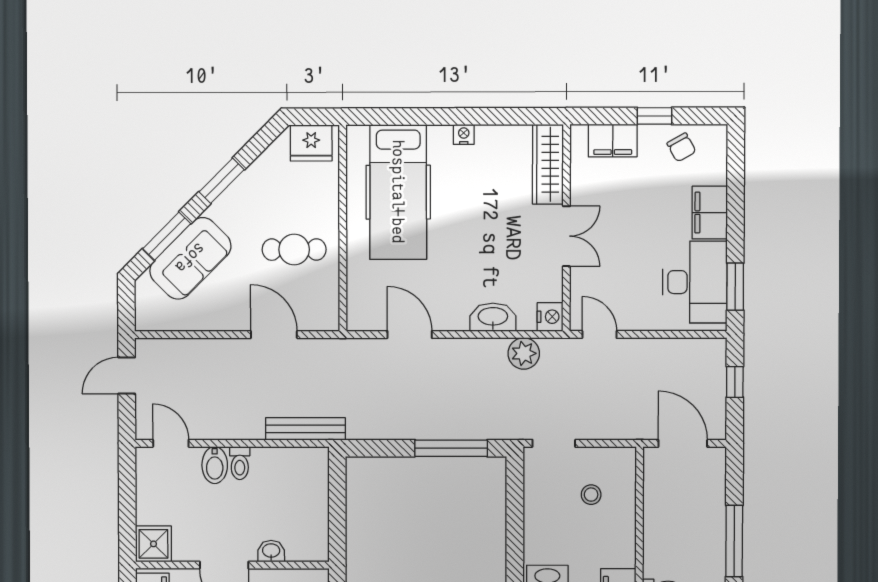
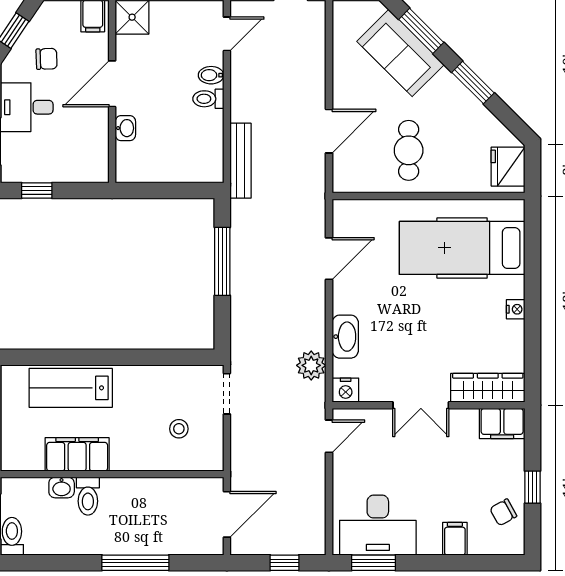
filing cabinet: (613, 141) -> (502, 423), moved, turned -90
filing cabinet: (710, 213) -> (455, 539), width x0.50
window: (451, 448) -> (222, 261), moved
bidet: (215, 465) -> (211, 75), width x0.72, depth x0.74

